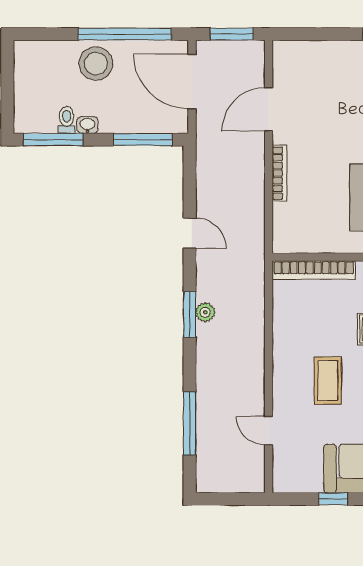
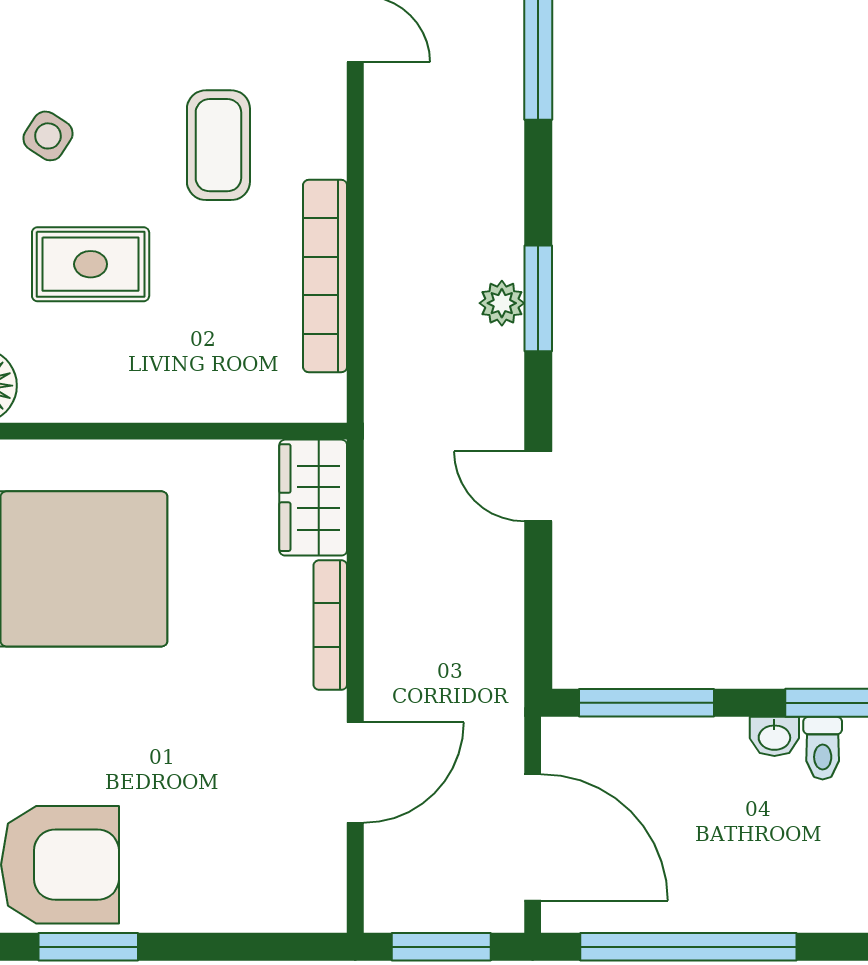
stool: (96, 64) -> (755, 879), removed
wardrobe: (287, 228) -> (313, 498), added
bookcase: (314, 270) -> (325, 276), moved, turned -90

